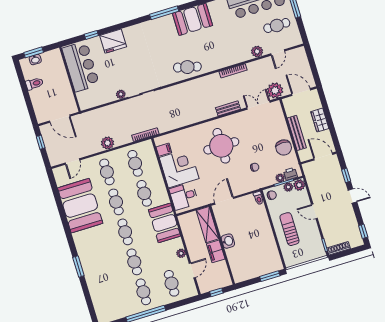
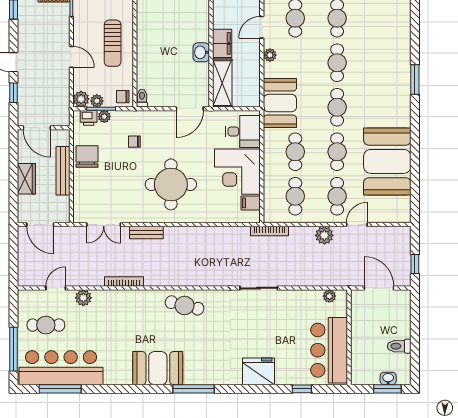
fridge: (113, 41) -> (258, 371), moved
plant: (275, 90) -> (75, 238), removed
plant: (121, 94) -> (329, 296), moved
door: (72, 162) -> (357, 225), moved

